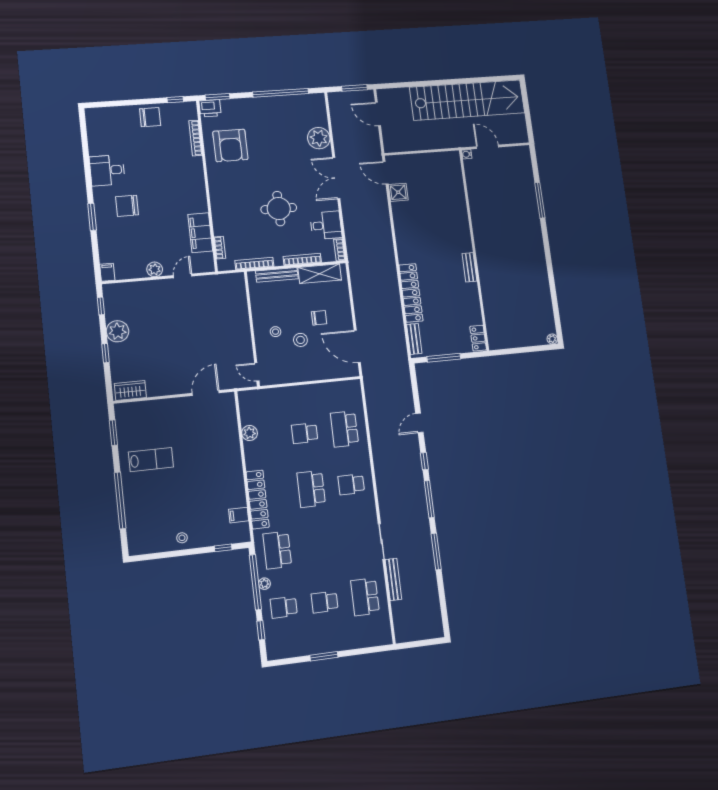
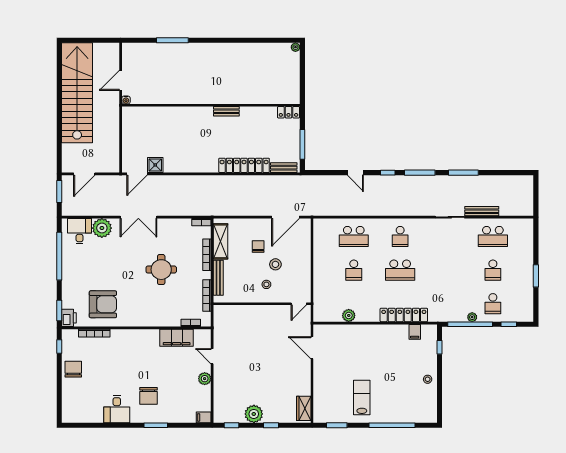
desk: (326, 225) -> (80, 231), moved
school desk: (277, 550) -> (447, 304), removed

